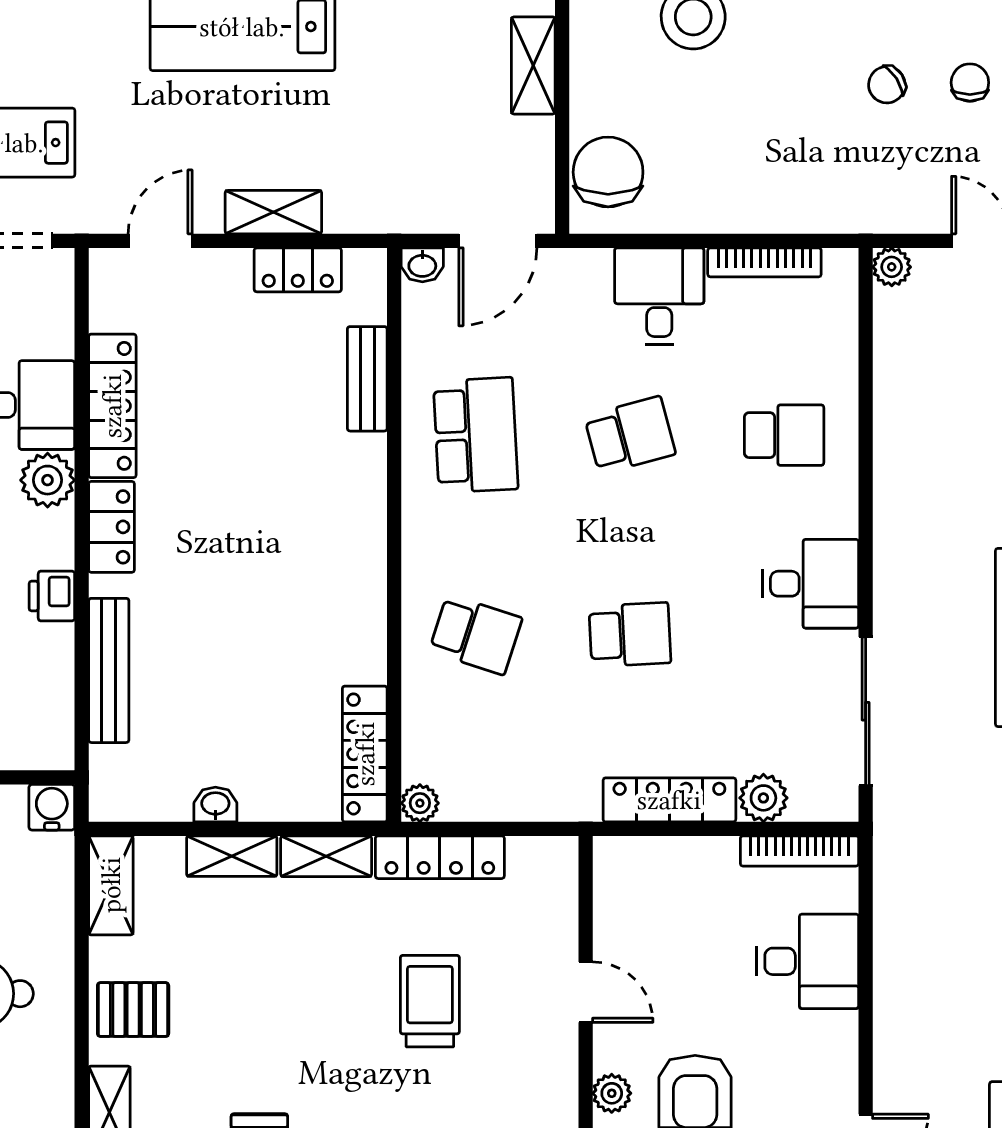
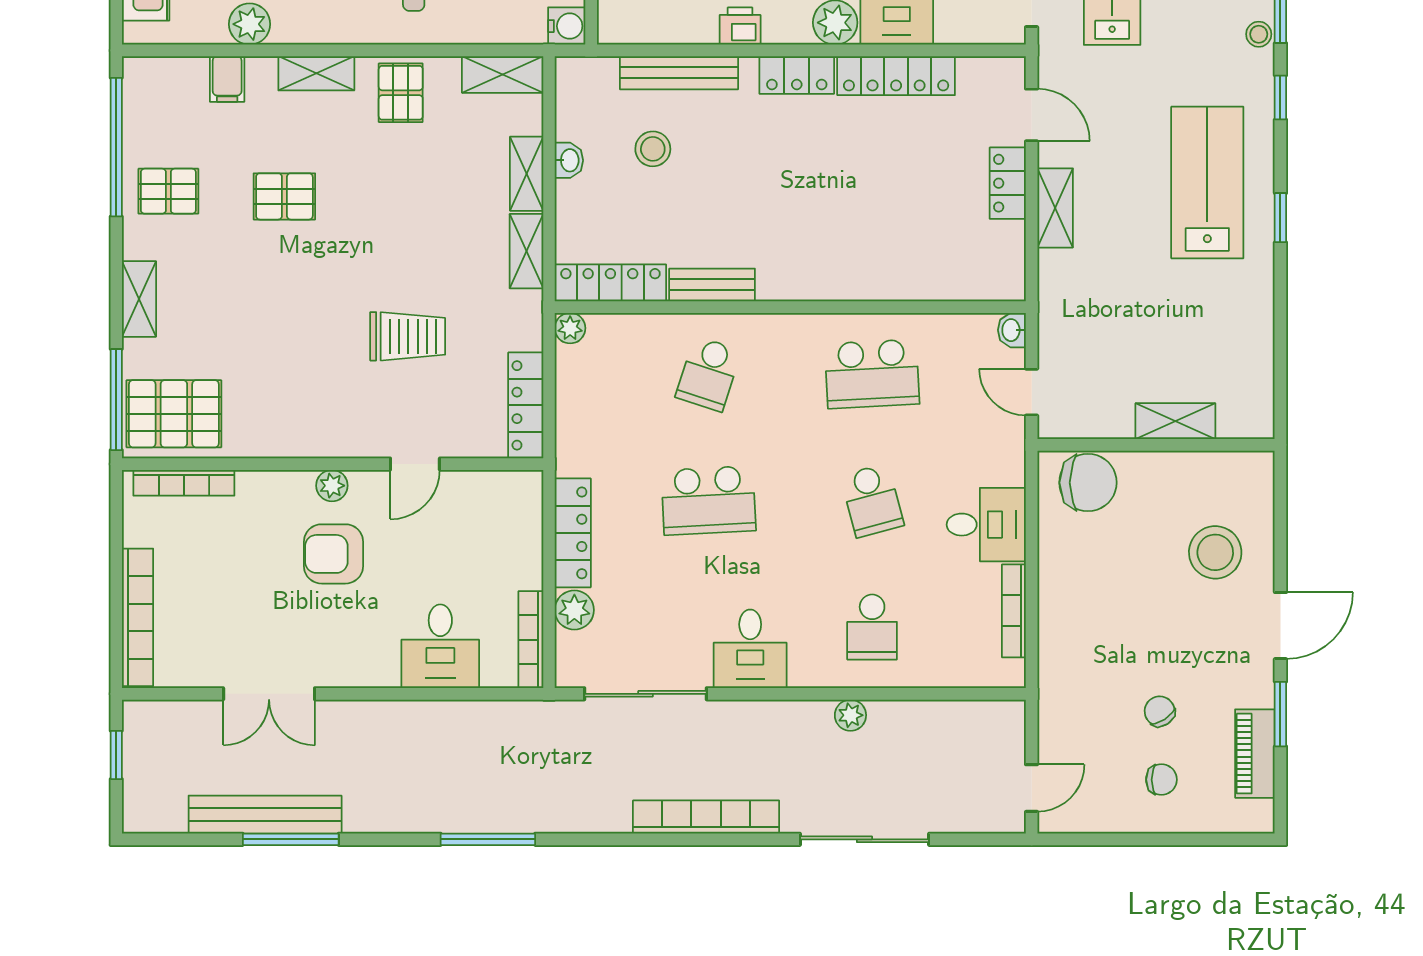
door: (498, 241) -> (1032, 392), width x0.73
plant: (892, 267) -> (850, 715), moved
locker: (298, 270) -> (1008, 183), moved
bench: (367, 379) -> (712, 285), moved
school desk: (630, 635) -> (708, 500), width x1.85
stool: (201, 702) -> (653, 149), added
locker: (440, 857) -> (526, 405), moved

